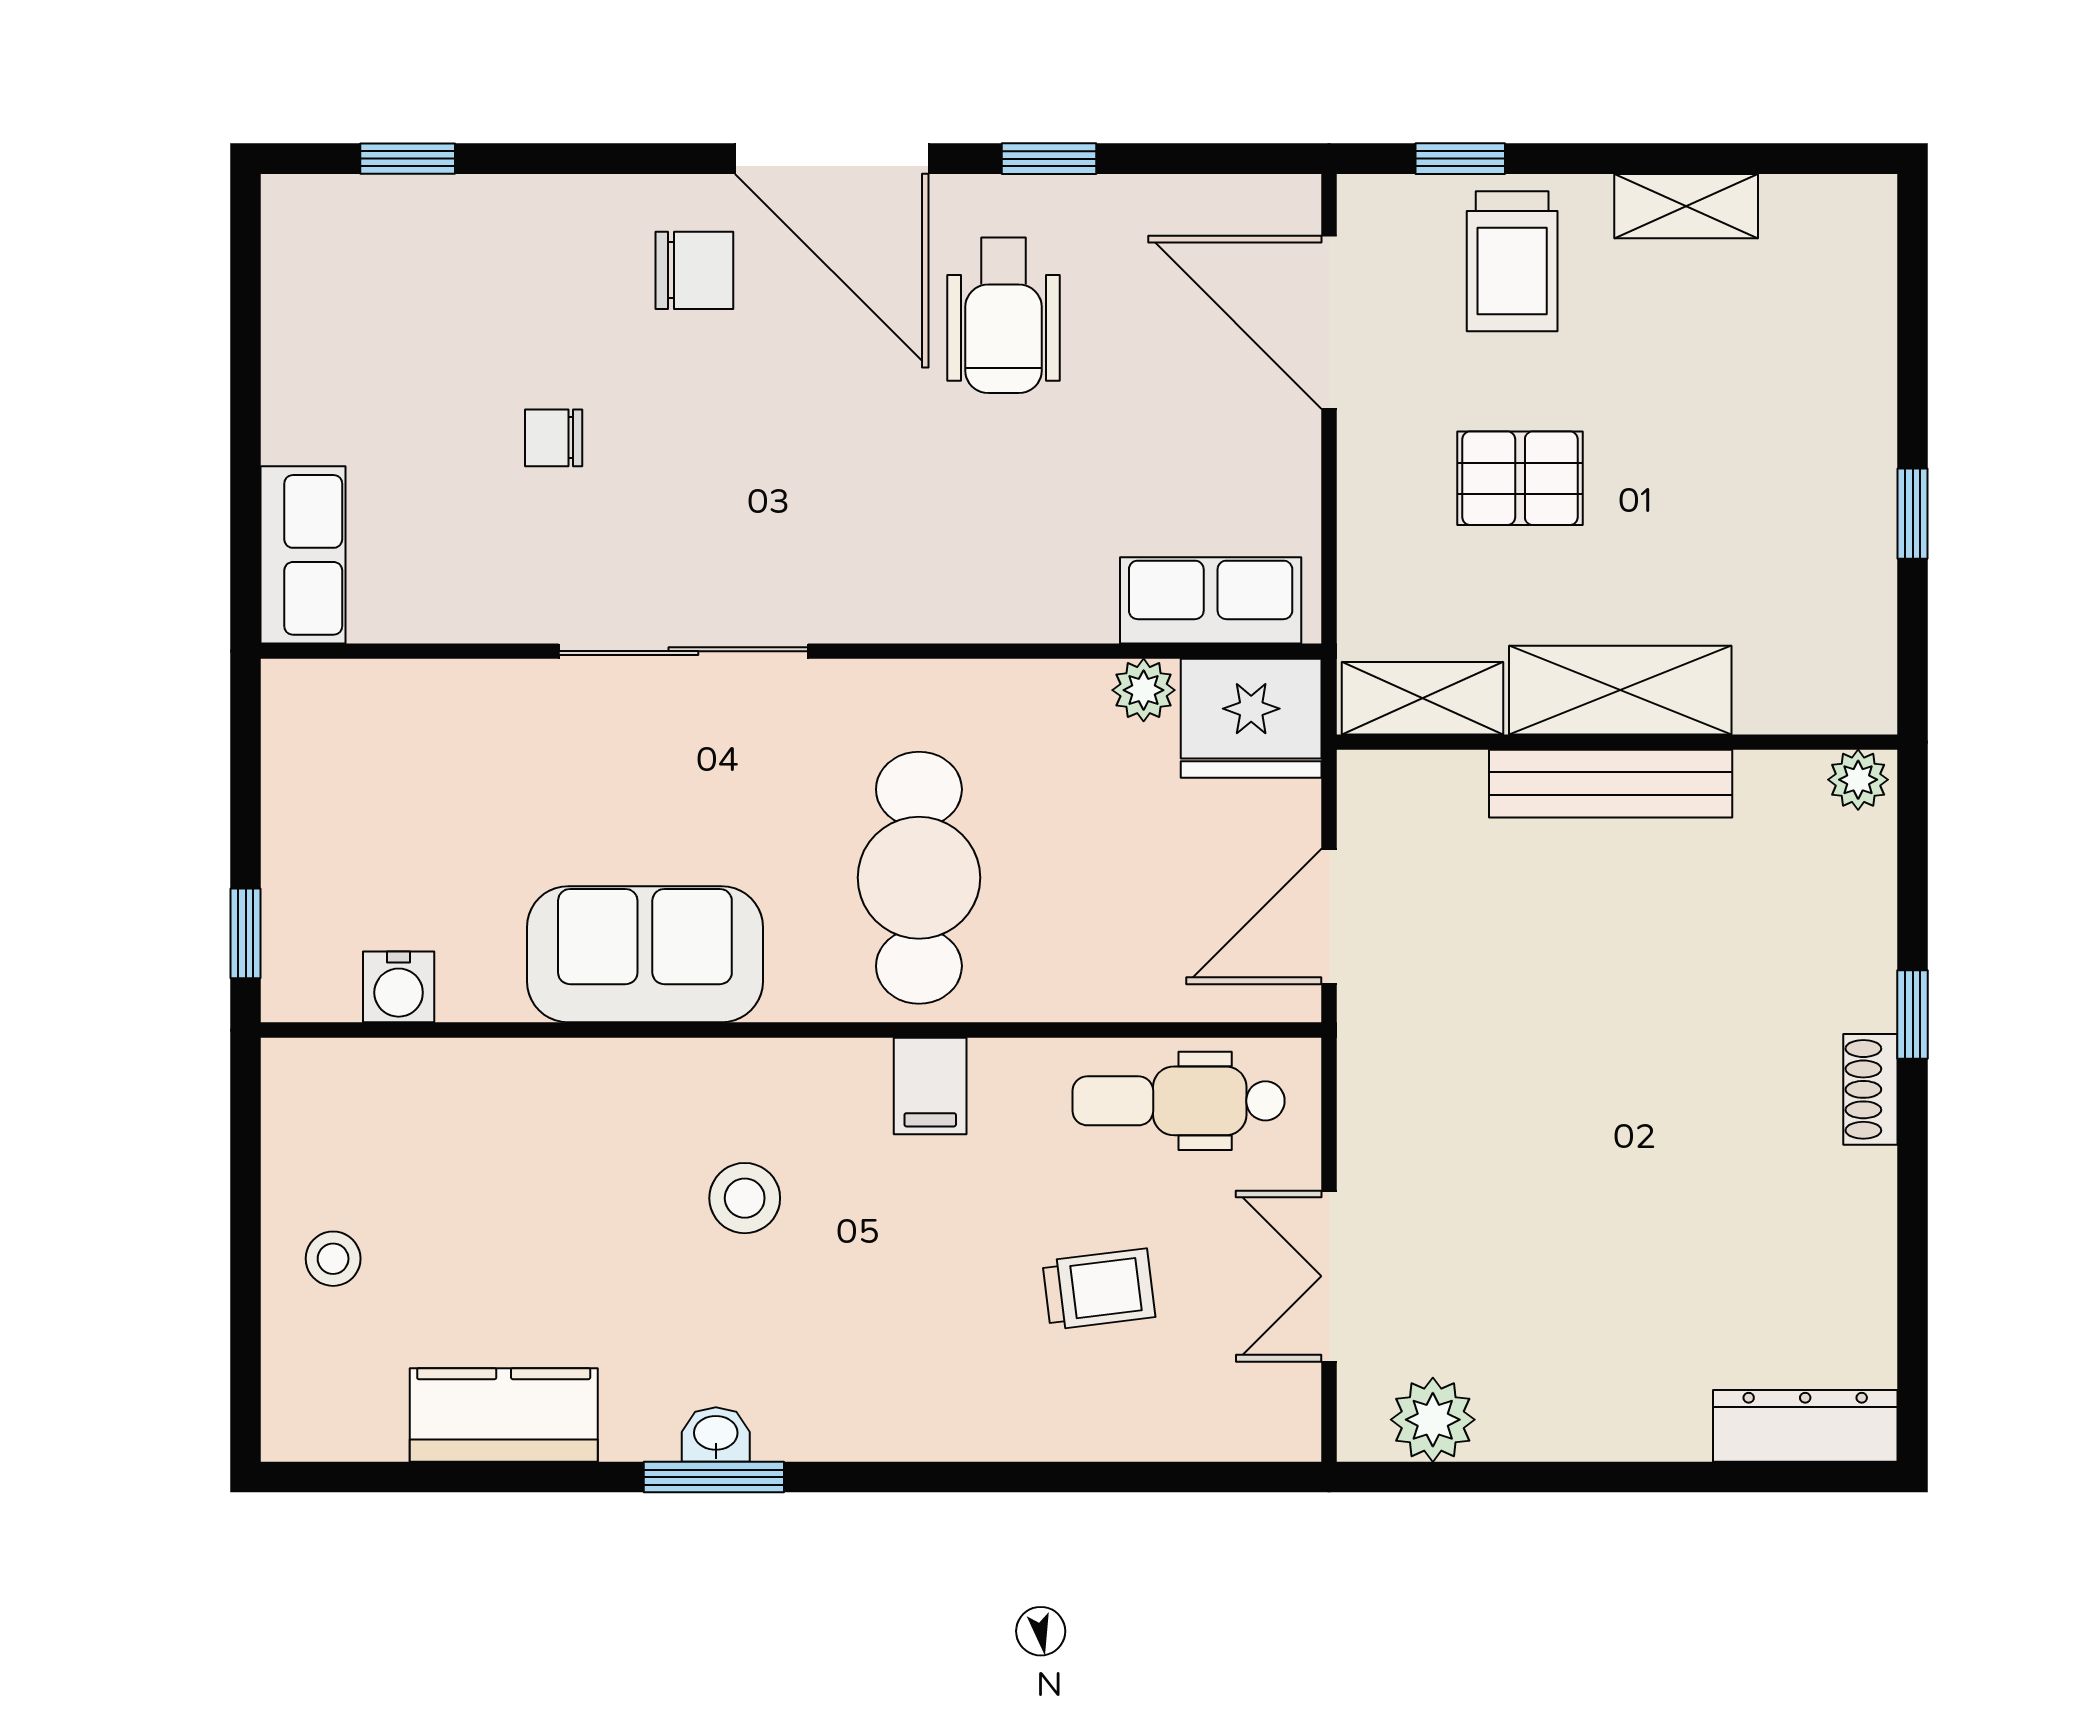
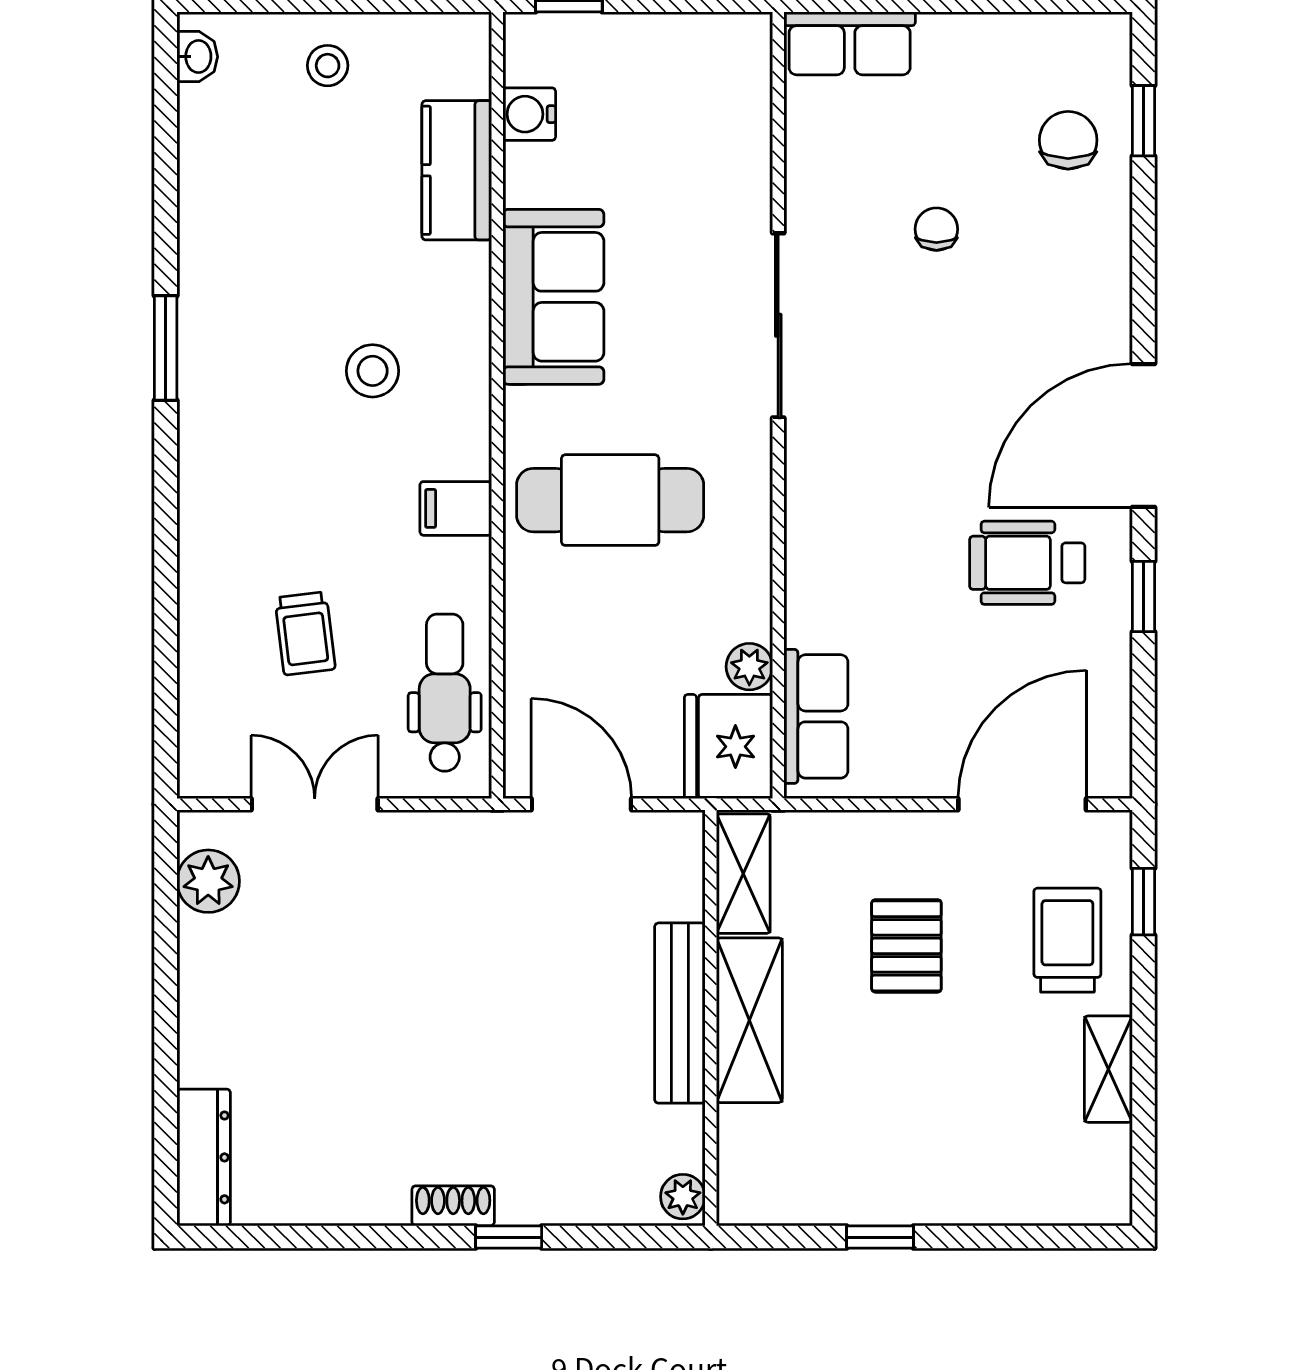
trolley: (1512, 261) -> (1067, 940), turned 90
chair: (694, 270) -> (1068, 140), moved, turned 180
kitchen counter: (504, 1415) -> (457, 170), moved, turned 180
washbasin: (716, 1435) -> (197, 57), moved

